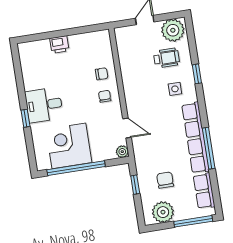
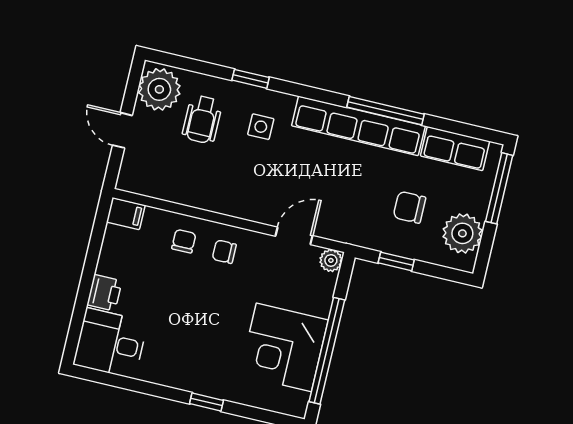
filing cabinet: (104, 39) -> (126, 214), added
wheelchair: (167, 58) -> (202, 119), turned 180
desk: (44, 105) -> (110, 343), moved, turned 90

